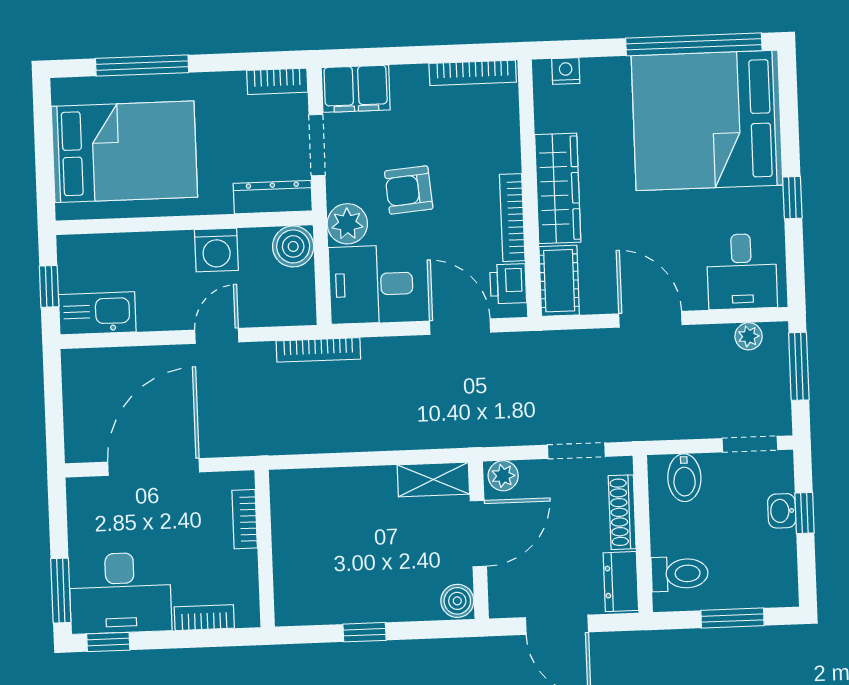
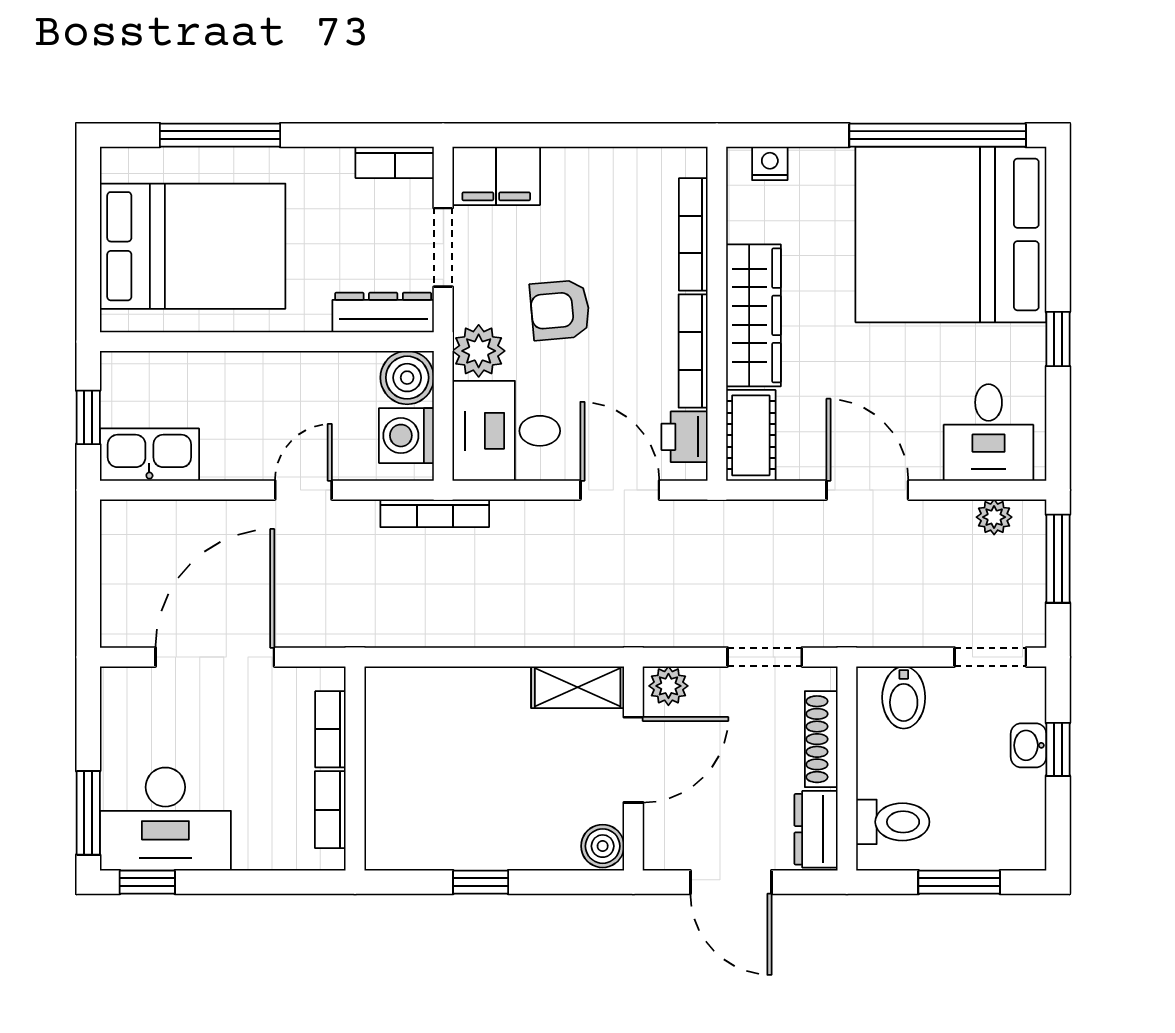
bookcase: (473, 73) -> (693, 234), moved, turned 90
washing machine: (216, 250) -> (406, 436), moved, turned 90
bookcase: (204, 618) -> (330, 810), moved, turned -90

